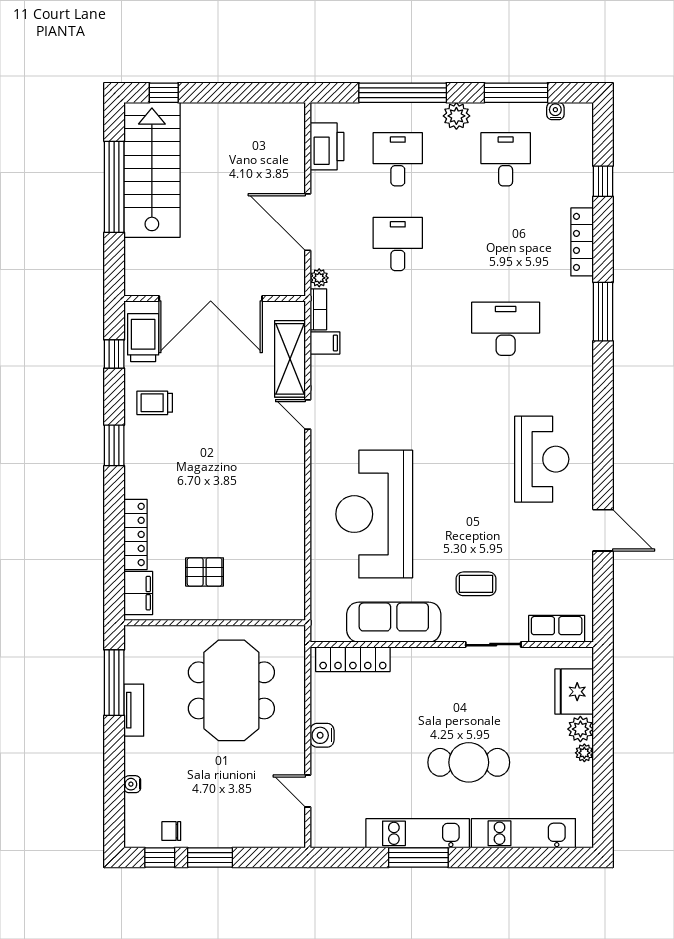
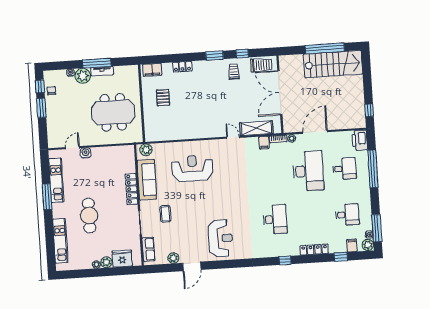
window: (164, 93) -> (369, 110), moved
window: (516, 93) -> (377, 228), moved
plant: (456, 116) -> (368, 245), moved
printer: (327, 146) -> (360, 140), moved, turned 90
filing cabinet: (578, 153) -> (352, 245), added
desk: (398, 244) -> (308, 171), width x1.87, depth x1.30
window: (603, 312) -> (285, 260), width x0.46
window: (114, 354) -> (242, 54), moved
door: (308, 414) -> (233, 137), hinge flipped
reception desk: (542, 459) -> (220, 238), turned -90
reception desk: (374, 514) -> (192, 168), width x0.74, depth x0.77
locker: (135, 534) -> (182, 67), width x0.66
plant: (581, 572) -> (173, 258), added
plant: (324, 620) -> (146, 150), added
locker: (353, 659) -> (131, 189), moved
window: (114, 683) -> (97, 63), moved
water cooler: (322, 735) -> (86, 153), moved
plant: (142, 756) -> (83, 76), added
kitchen unit: (418, 833) -> (56, 180), moved

